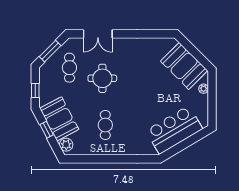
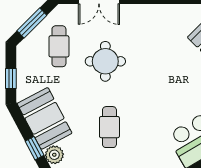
window: (47, 130) -> (35, 148), moved

